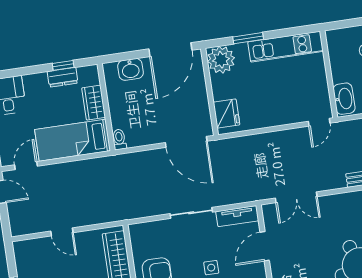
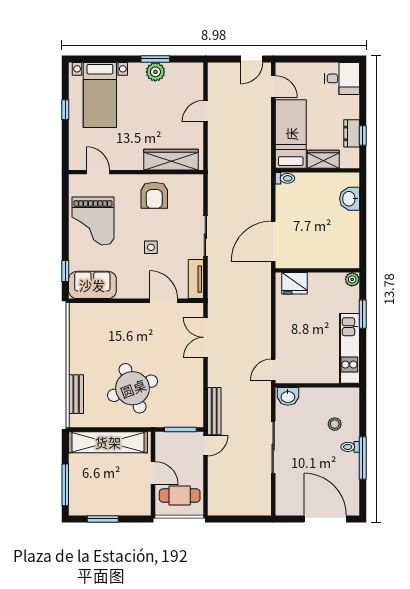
door: (170, 50) -> (363, 239), removed
plant: (221, 60) -> (352, 279), width x0.53, depth x0.53
washbasin: (344, 99) -> (288, 396), width x0.72
door: (319, 122) -> (273, 370), hinge flipped

